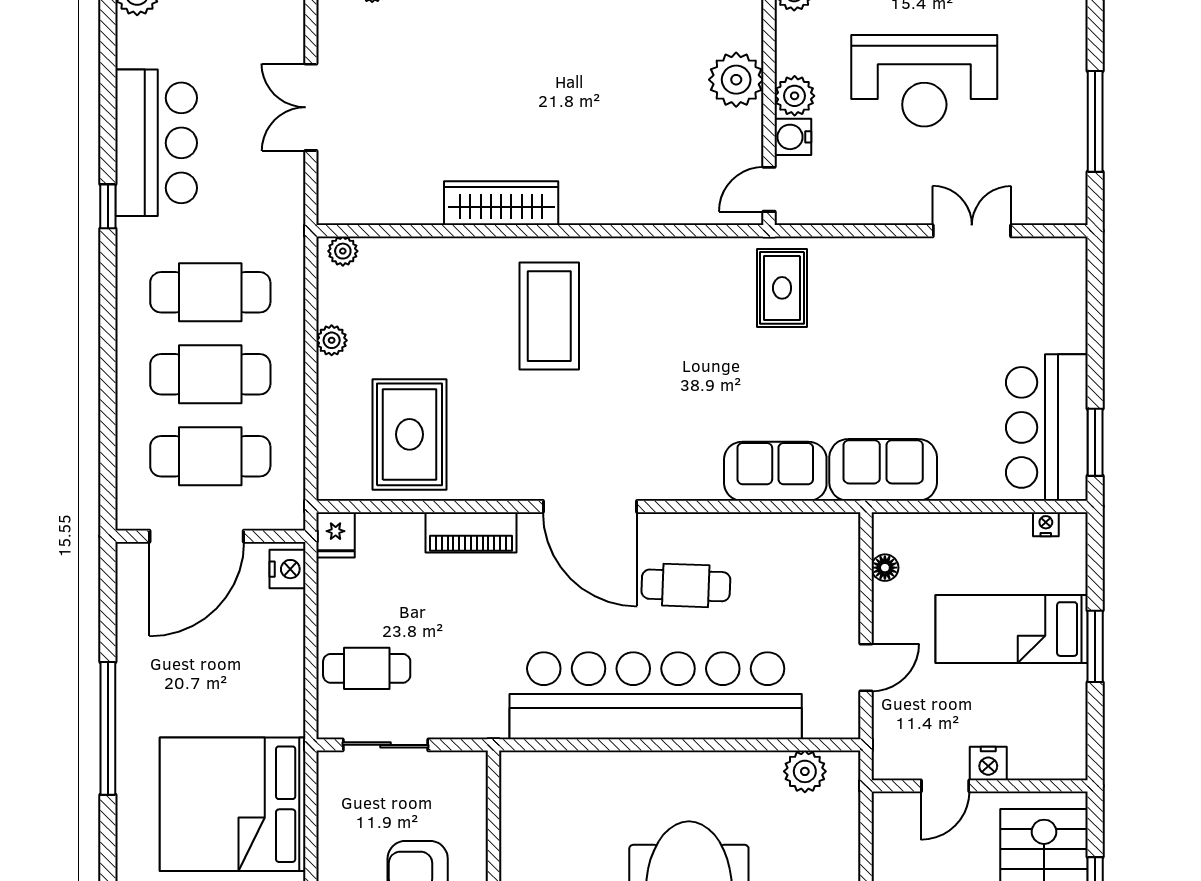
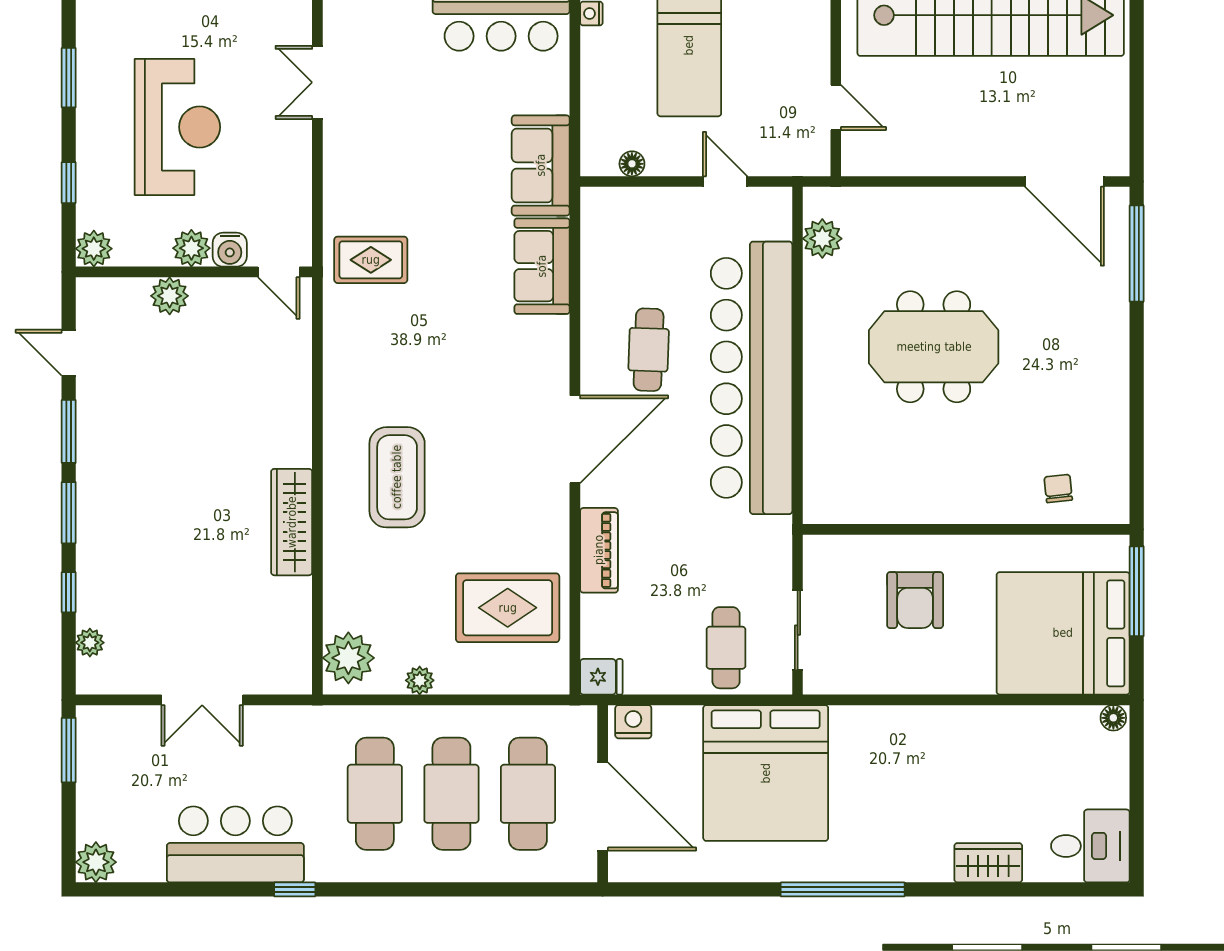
plant: (736, 80) -> (170, 296), width x0.73, depth x0.73
plant: (343, 251) -> (348, 658), width x1.87, depth x1.87
coffee table: (549, 316) -> (397, 477), turned 90
window: (108, 728) -> (843, 889), moved
nightstand: (988, 763) -> (815, 67), removed
bed: (233, 804) -> (766, 773), moved

